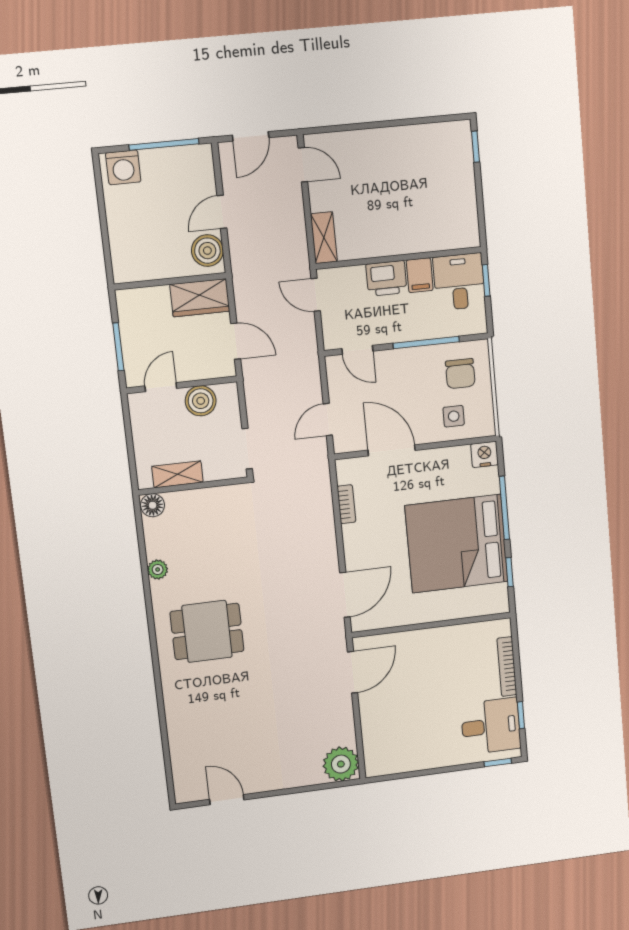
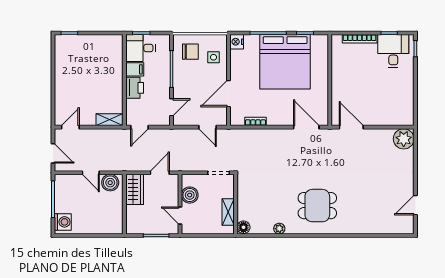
dining table: (207, 631) -> (317, 206), turned 90

